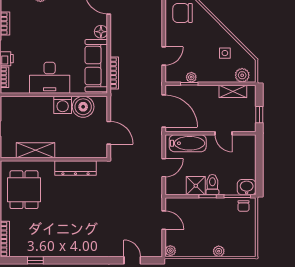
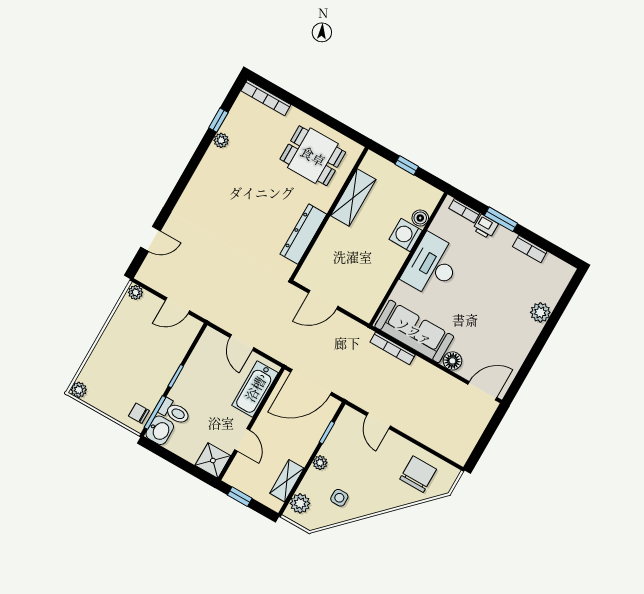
plant: (191, 77) -> (320, 463), moved
washing machine: (63, 105) -> (406, 235), moved
boiler: (83, 107) -> (420, 218), moved, width x0.54, depth x0.54
door: (224, 133) -> (242, 440), swing flipped
toilet: (212, 185) -> (175, 412), moved
shower: (196, 186) -> (213, 461), moved
plant: (47, 251) -> (221, 140), added
plant: (219, 251) -> (79, 390), moved

